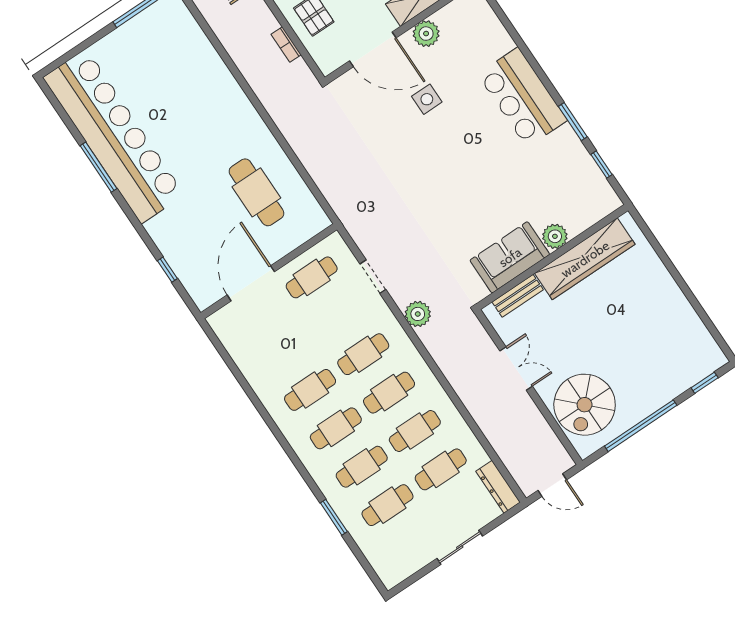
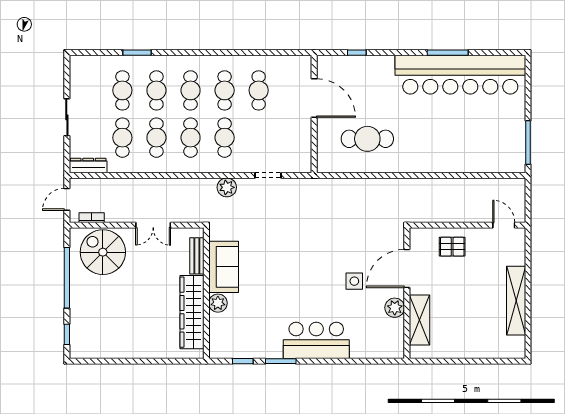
bookcase: (286, 45) -> (92, 218), moved
cafe table: (312, 277) -> (259, 90), moved

